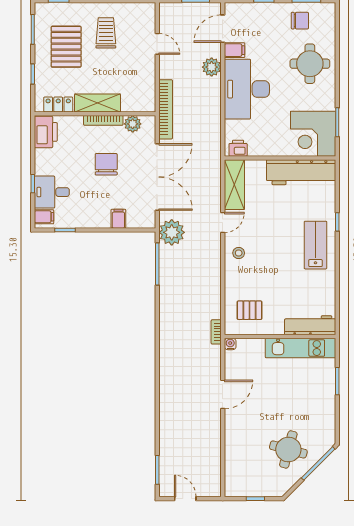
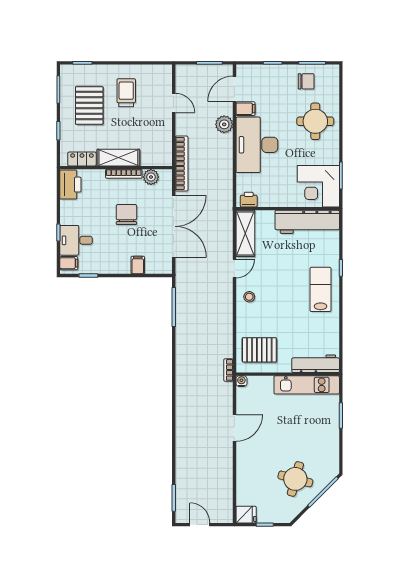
plant: (172, 232) -> (187, 278), removed
pallet: (249, 310) -> (259, 350), width x1.50, depth x1.42
fridge: (235, 488) -> (246, 515), added

